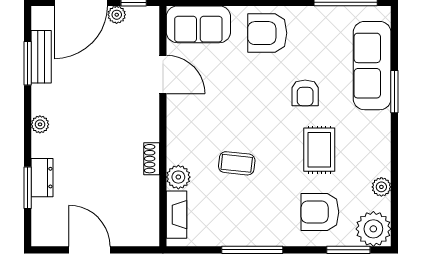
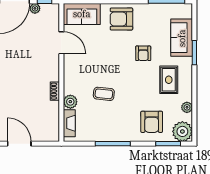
sofa: (372, 66) -> (182, 38), width x0.73
rug: (319, 150) -> (169, 80), moved
armchair: (320, 212) -> (152, 122), turned -90

